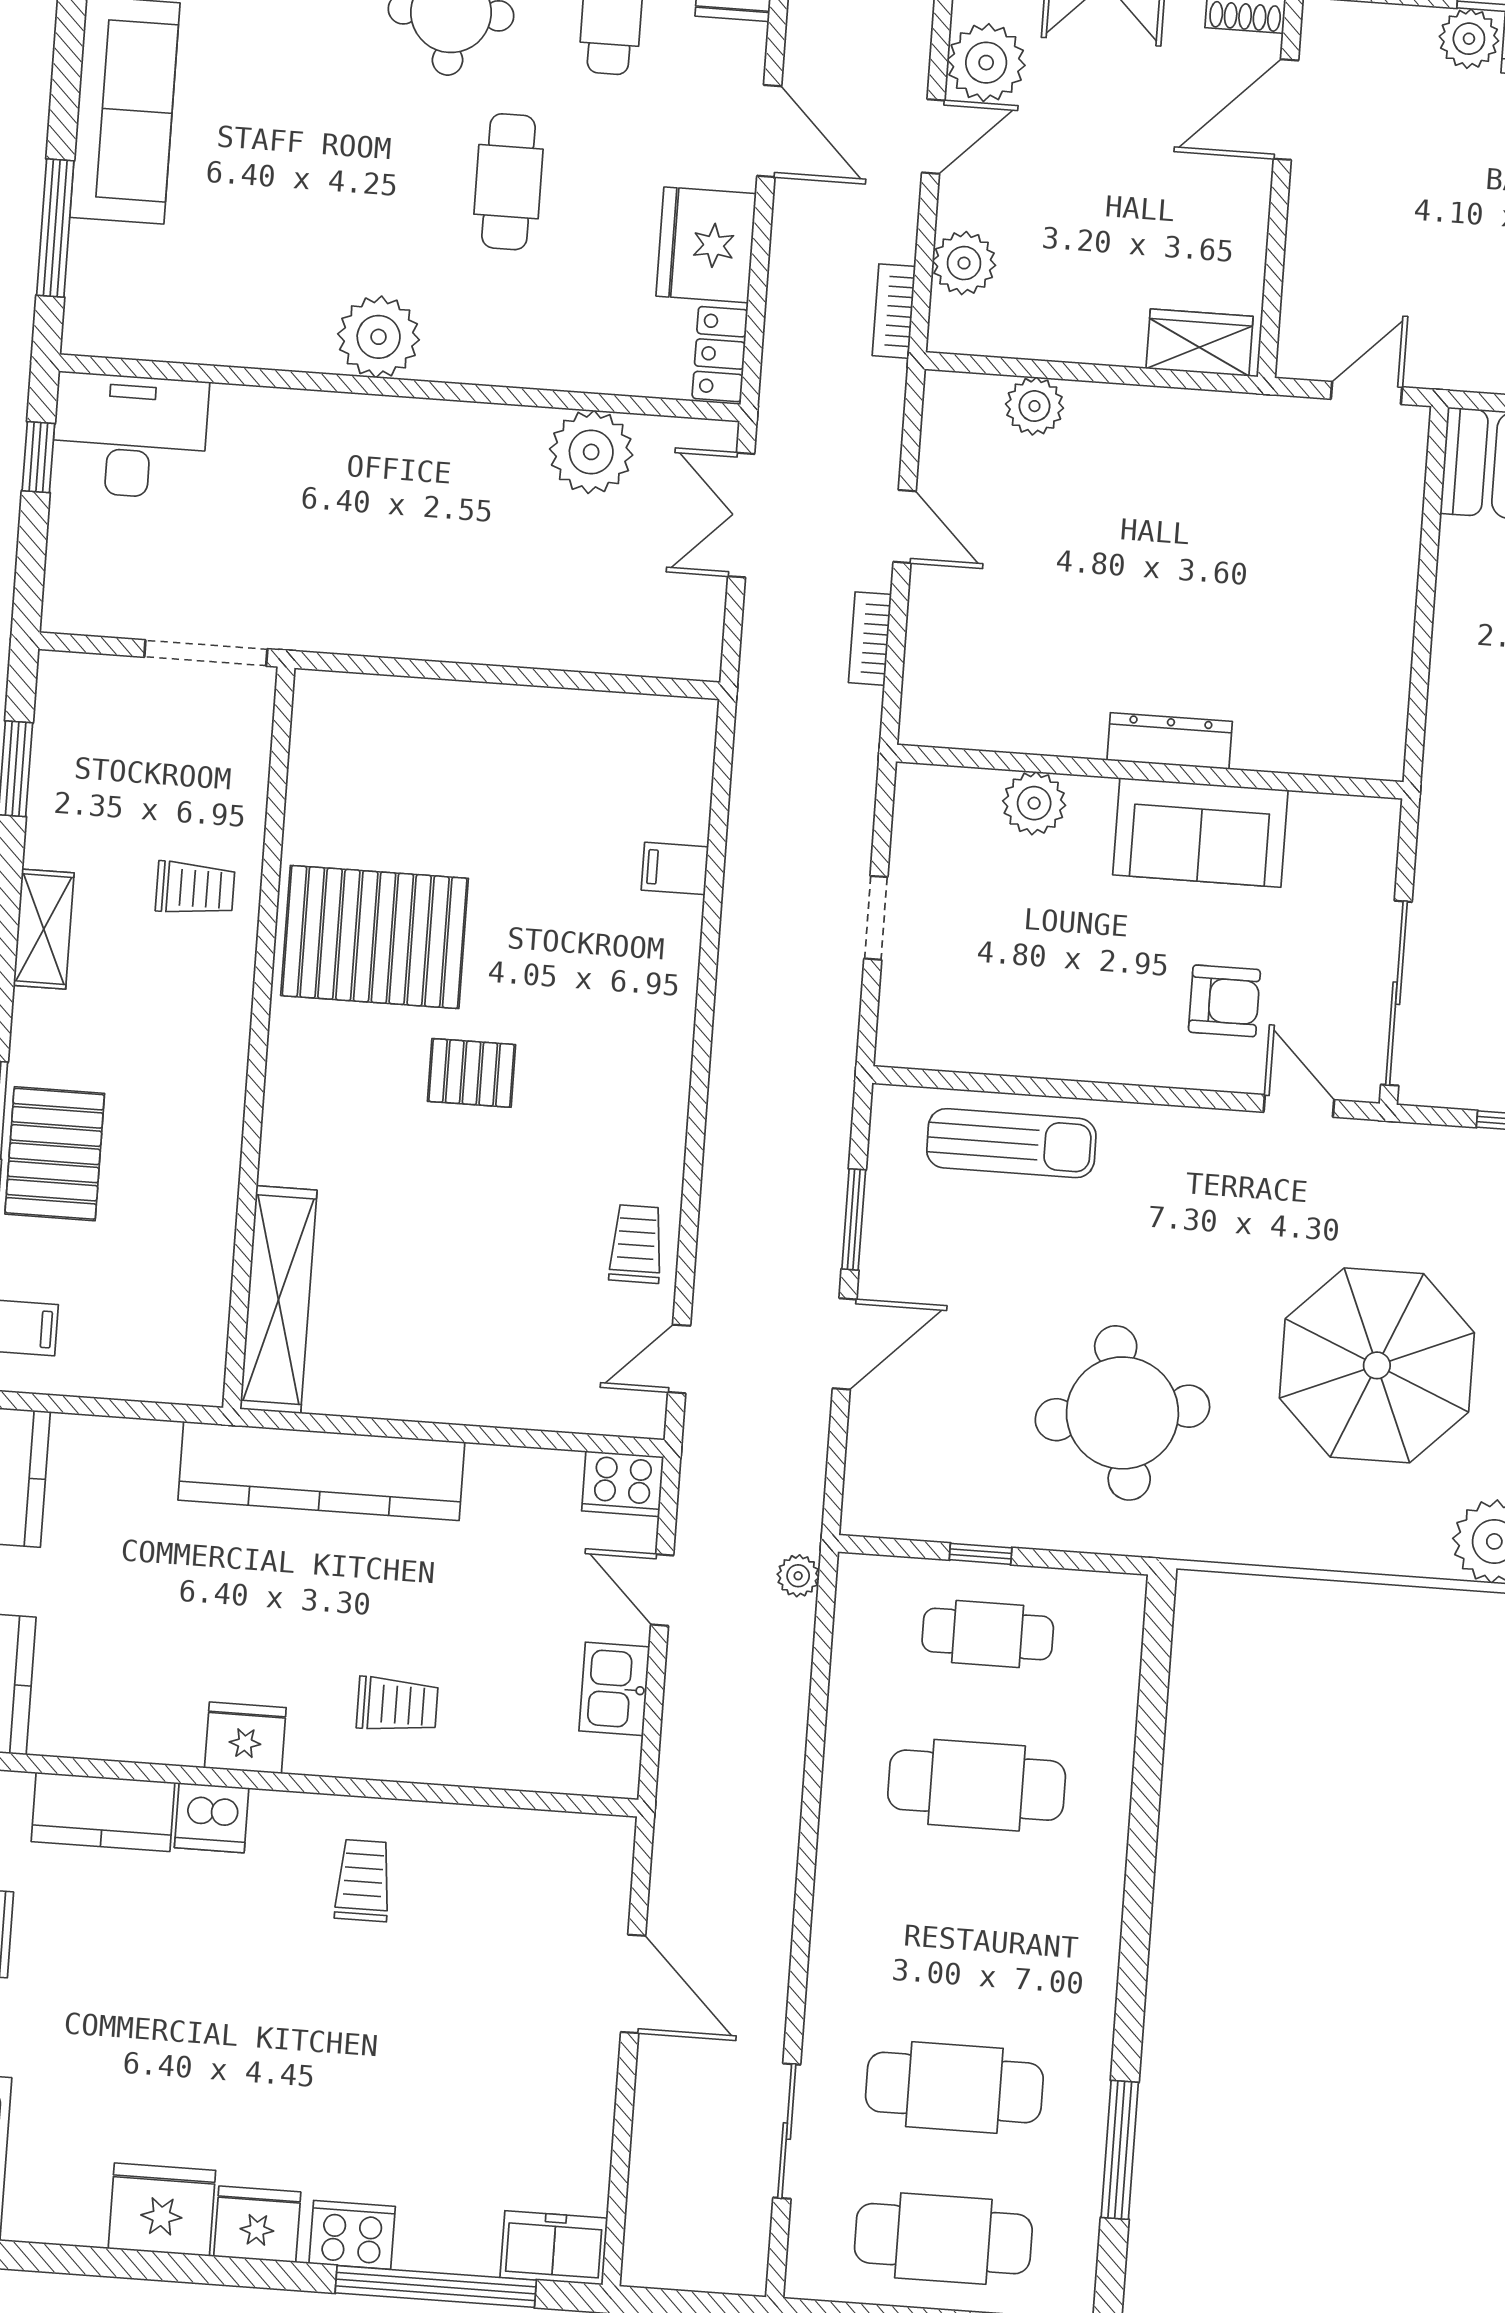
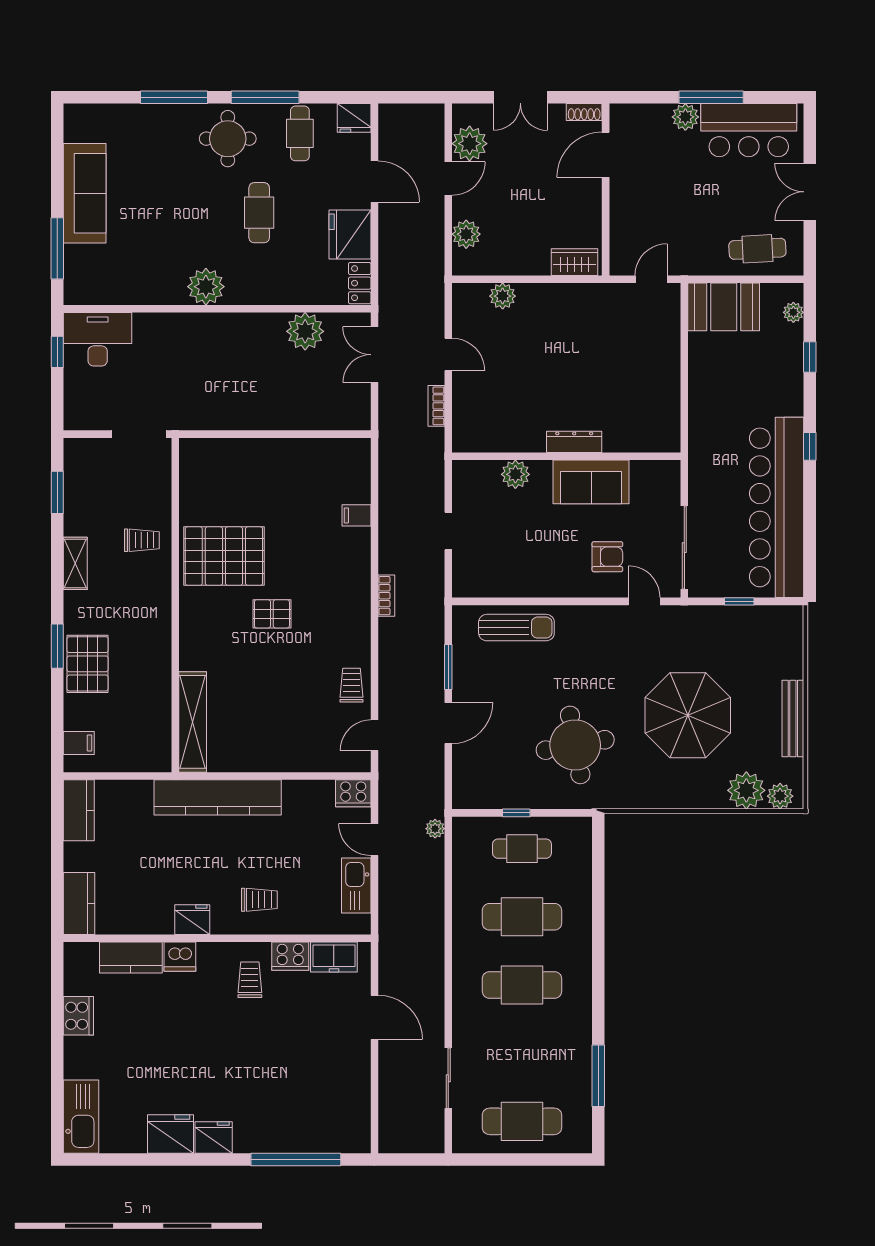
bookcase: (894, 311) -> (386, 596), moved, turned 180
kitchen sink: (614, 1689) -> (356, 885), width x1.38
cafe table: (954, 2087) -> (522, 985), moved
cooker: (352, 2235) -> (290, 956), moved, turned 180
freezer: (554, 2248) -> (334, 957), moved, turned 180

